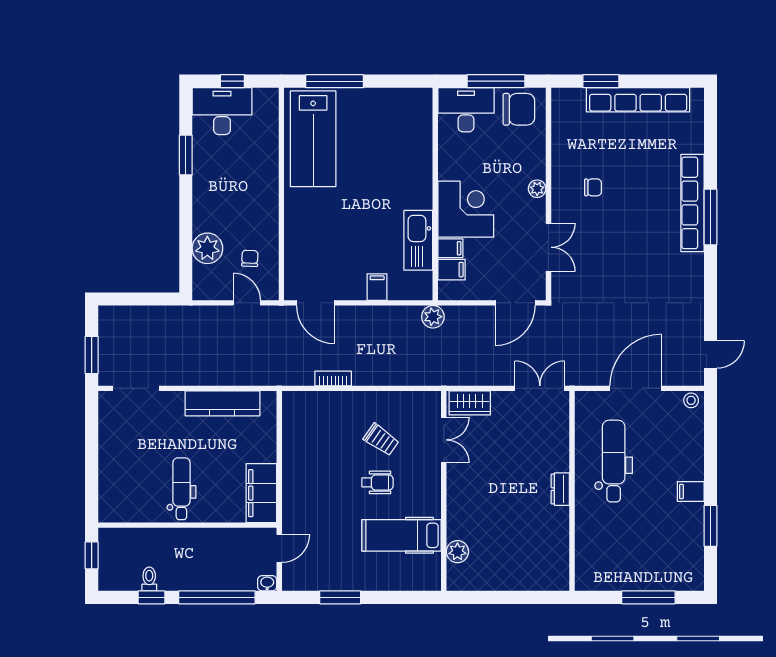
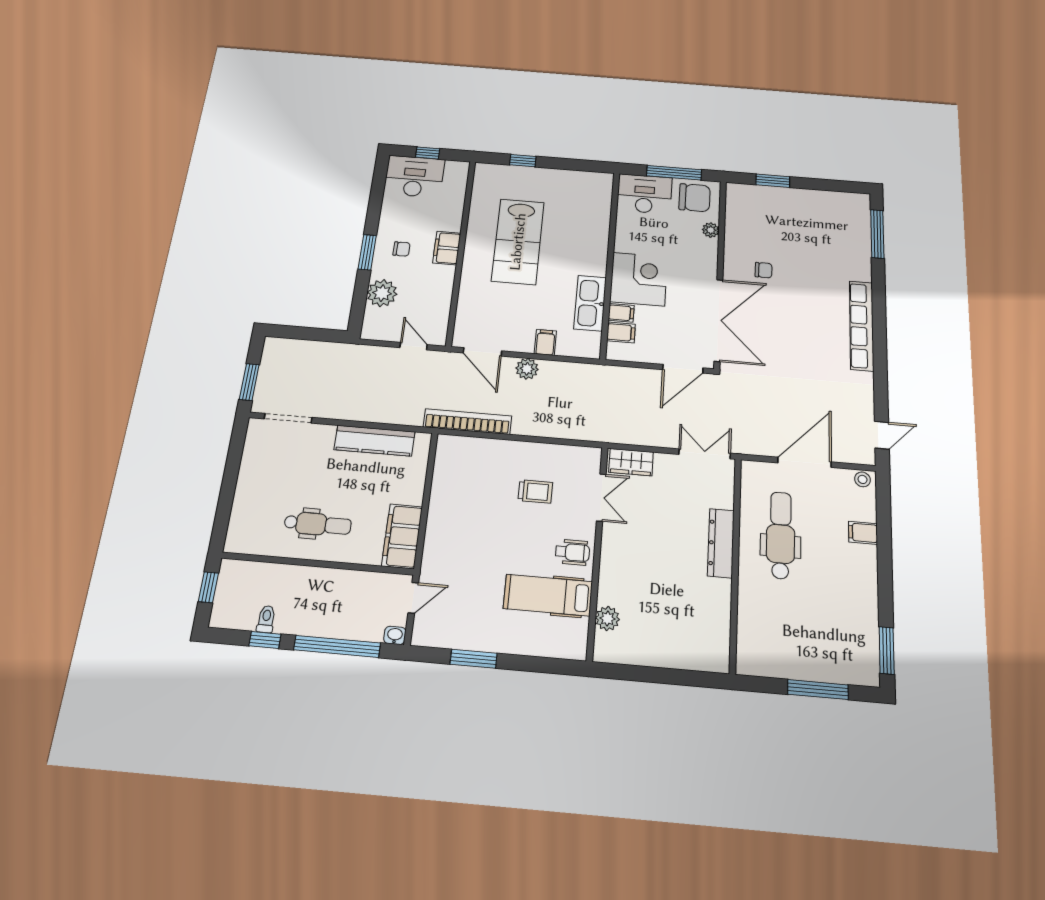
window: (334, 81) -> (523, 161), width x0.46
row of seats: (638, 100) -> (808, 199), removed
lab bench: (313, 139) -> (518, 242), moved
window: (186, 155) -> (367, 252), moved
plant: (537, 189) -> (711, 230), moved
filing cabinet: (266, 192) -> (447, 248), added
row of seats: (693, 203) -> (862, 326), moved
window: (710, 217) -> (877, 234), moved
double door: (548, 247) -> (718, 320), width x1.87
chair: (250, 258) -> (402, 249), moved, turned 88
plant: (433, 317) -> (527, 369), moved
bookcase: (333, 379) -> (467, 422), width x2.31, depth x1.31
trolley: (381, 440) -> (535, 491), turned -35
wheelchair: (378, 482) -> (572, 552), moved
dental chair: (181, 489) -> (318, 524), turned 90
dresser: (560, 489) -> (721, 543), width x1.96, depth x1.24
filing cabinet: (691, 492) -> (863, 533), moved
window: (710, 526) -> (887, 650), moved

